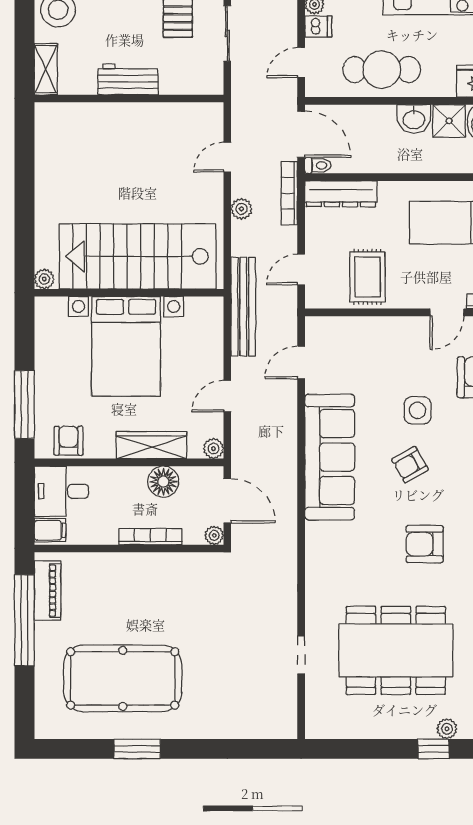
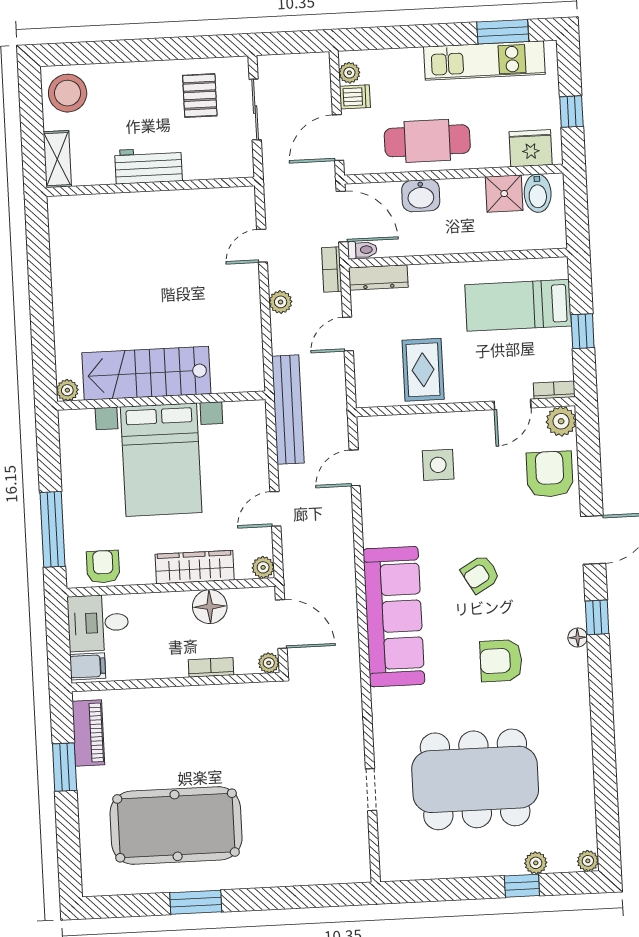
door: (301, 63) -> (338, 138), width x1.38
washbasin: (414, 119) -> (421, 196), moved
bookcase: (289, 193) -> (332, 269), width x0.64
dresser: (341, 194) -> (378, 278), width x0.73, depth x0.80
stairs: (138, 256) -> (146, 373), width x0.73, depth x0.66
door: (301, 269) -> (348, 334), moved
side table: (418, 410) -> (438, 465), moved
sofa: (330, 457) -> (394, 617), moved
bookcase: (150, 537) -> (211, 667), width x0.64
window: (24, 620) -> (65, 767), width x0.47

